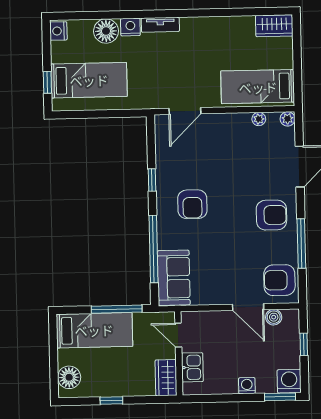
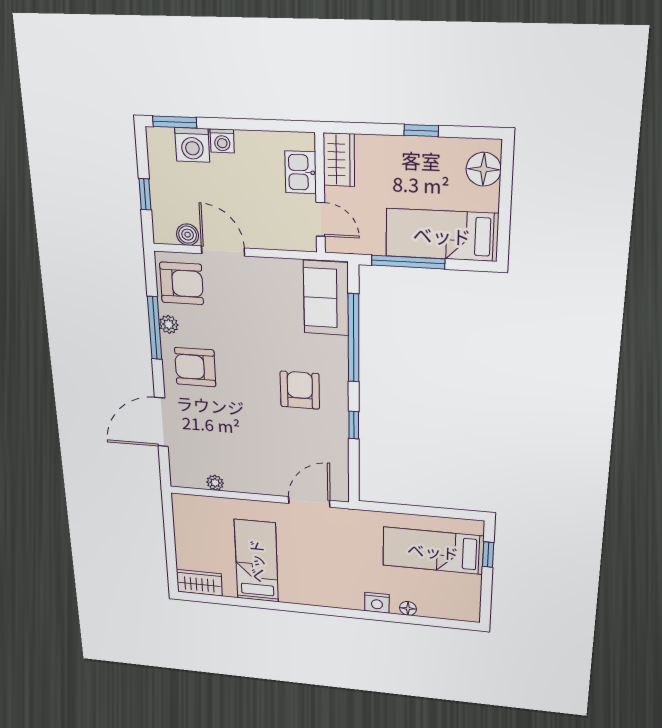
tv unit: (160, 25) -> (339, 601), removed
nightstand: (58, 31) -> (469, 610), removed
floor lamp: (106, 31) -> (408, 608), width x0.53, depth x0.53
bed: (258, 87) -> (256, 561), moved, turned -90
plant: (288, 119) -> (169, 324), moved
washing machine: (289, 381) -> (192, 145), moved

